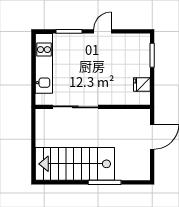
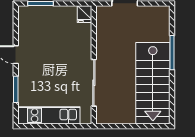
fridge: (142, 85) -> (85, 14), moved

